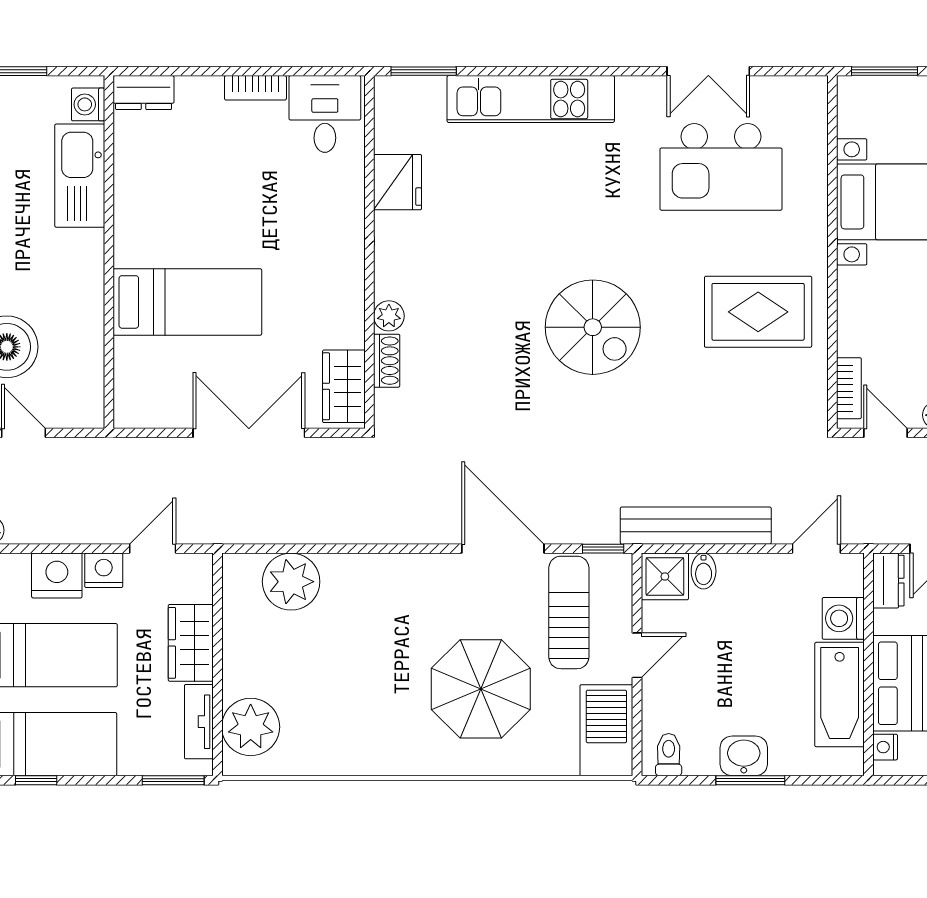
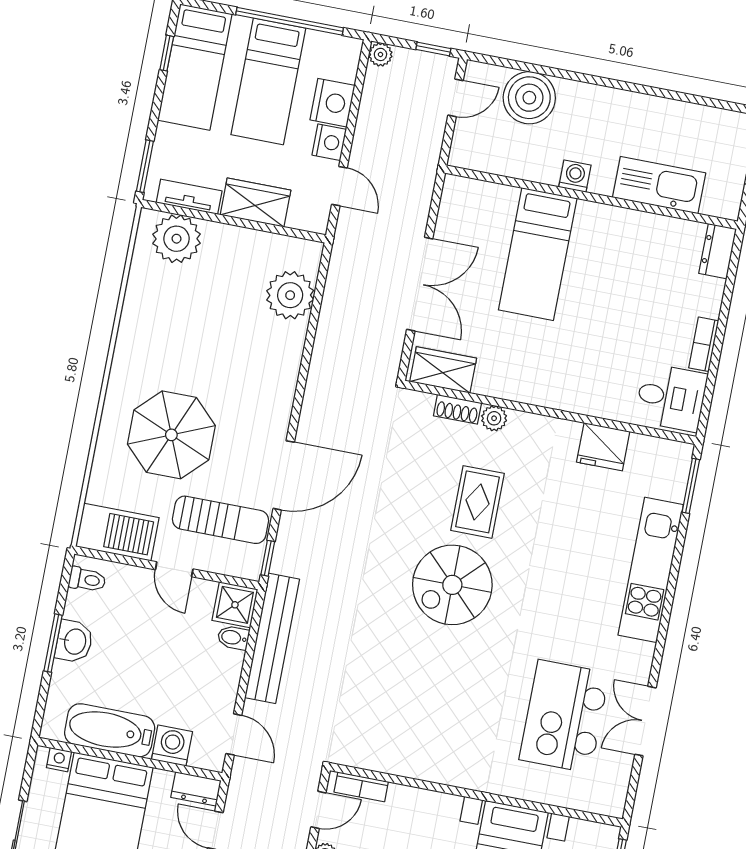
washing machine: (88, 104) -> (575, 176), moved
rug: (758, 312) -> (478, 502), moved, width x0.73, depth x0.70

